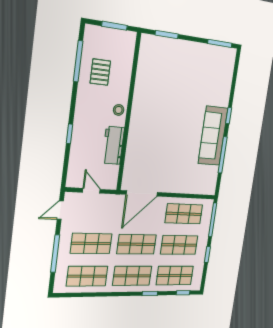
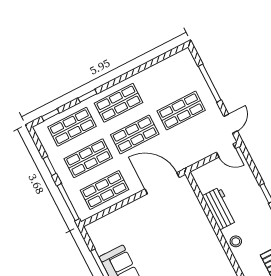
door: (91, 191) -> (226, 150), moved
door: (142, 193) -> (162, 183), hinge flipped
shop shelf: (87, 276) -> (165, 79), removed

